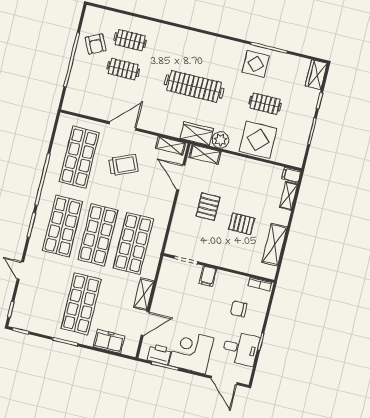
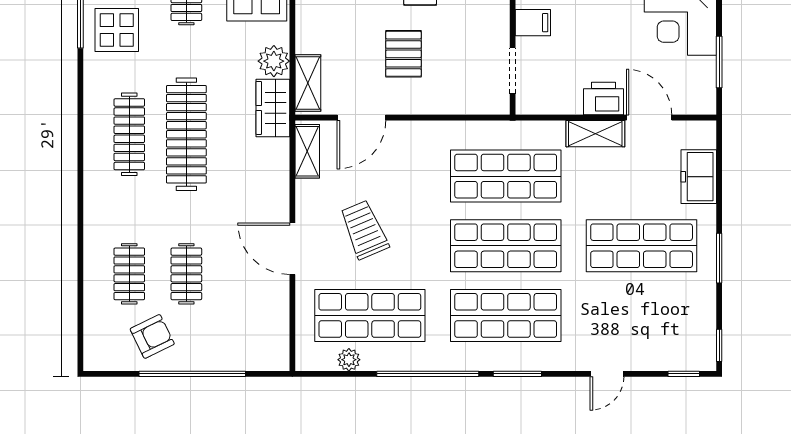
clothes rail: (201, 57) -> (129, 134), added
plant: (59, 141) -> (349, 360), added
pallet: (208, 207) -> (403, 54), turned 90
printer: (159, 354) -> (604, 99), moved, turned 90

